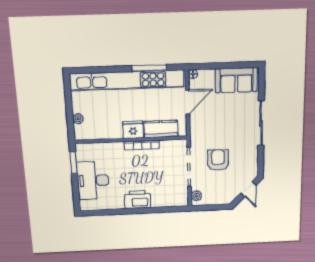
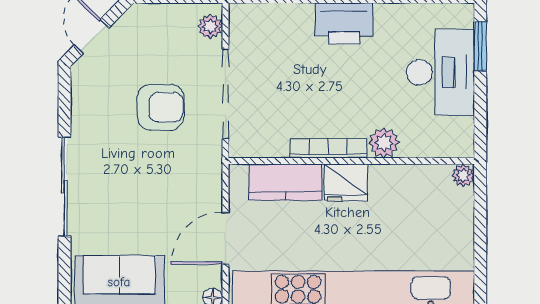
plant: (78, 119) -> (463, 175), moved
plant: (117, 148) -> (384, 143), added
armchair: (218, 160) -> (161, 107), turned -90
window: (73, 163) -> (480, 46), moved

